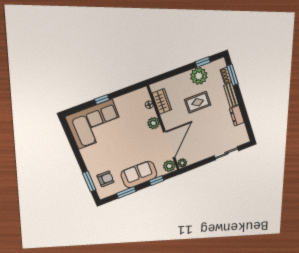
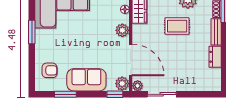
door: (169, 145) -> (131, 60), hinge flipped
sliding door: (226, 153) -> (162, 94), moved
window: (89, 181) -> (32, 32), moved
window: (157, 181) -> (115, 94), moved

